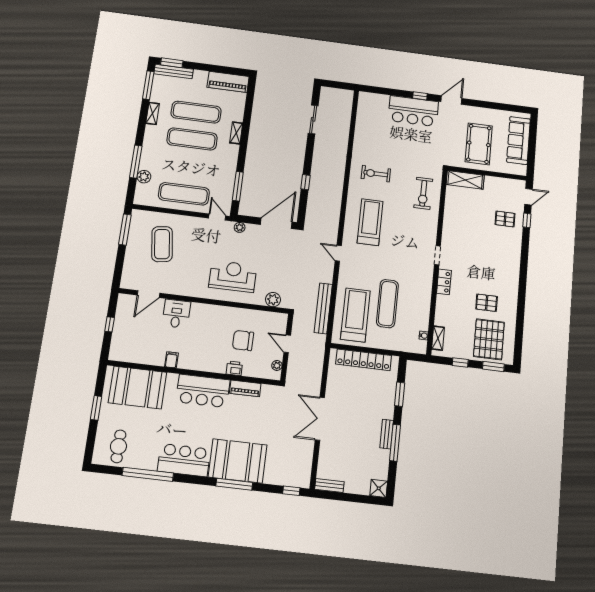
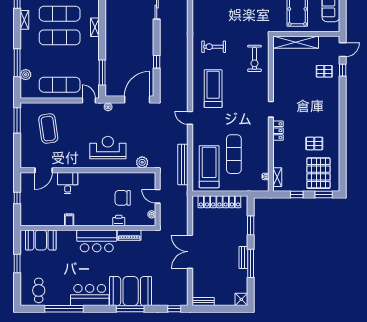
shelving: (465, 180) -> (296, 42), width x1.47
booth: (138, 388) -> (41, 240), width x0.73, depth x0.70

